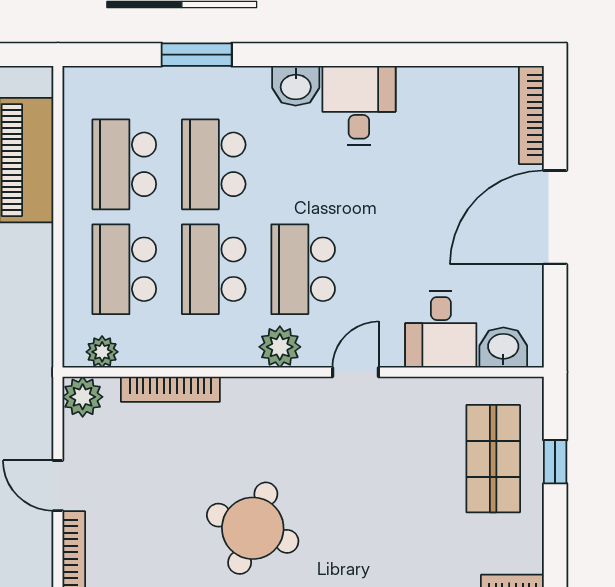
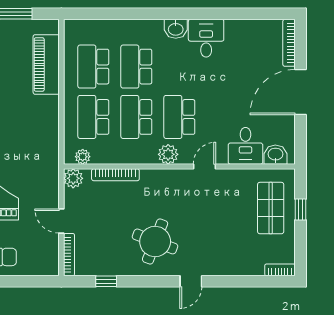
window: (197, 55) -> (128, 14), removed

